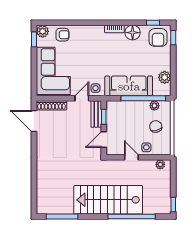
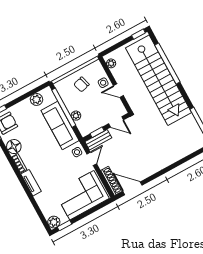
tv unit: (90, 30) -> (31, 183), added
armchair: (62, 35) -> (48, 204), removed
door: (82, 98) -> (92, 159), swing flipped
plant: (154, 106) -> (76, 116), moved
door: (34, 121) -> (133, 188), swing flipped
door: (131, 157) -> (118, 91), hinge flipped
stairs: (108, 200) -> (159, 80), width x1.36

